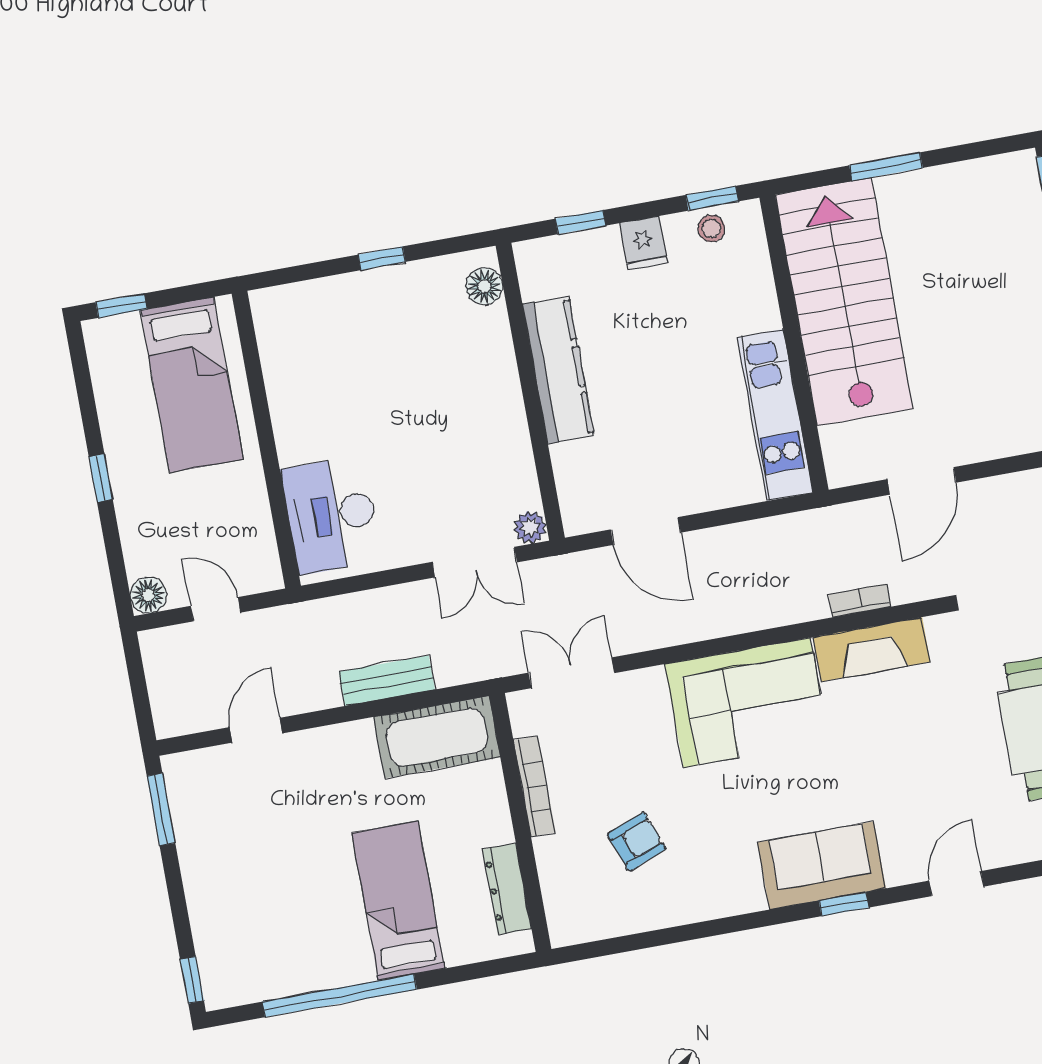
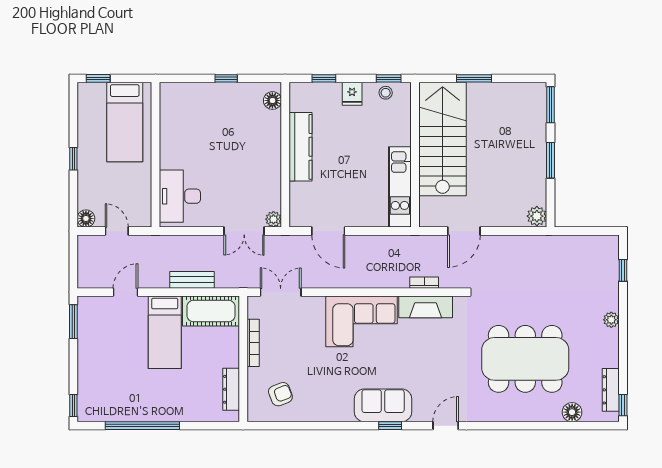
armchair: (637, 842) -> (280, 394), moved
bed: (398, 901) -> (165, 332), moved, turned 180

